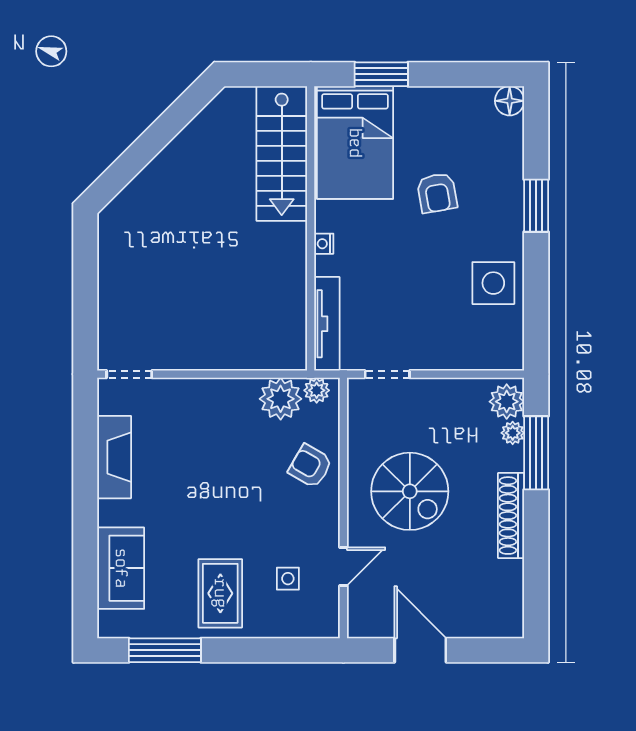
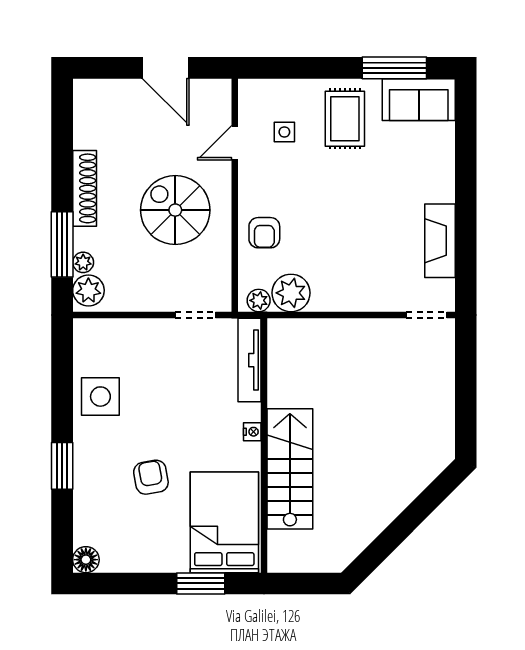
stairs: (282, 153) -> (290, 469), moved
armchair: (310, 466) -> (264, 233), turned 60
sofa: (121, 568) -> (419, 100), moved, turned -90

